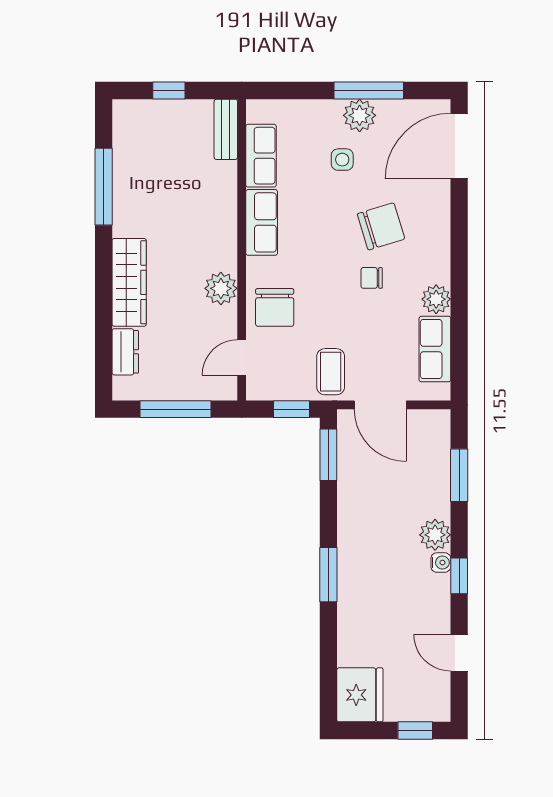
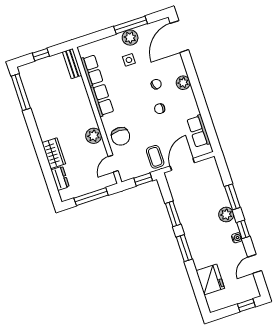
window: (104, 187) -> (21, 92), moved
chair: (381, 226) -> (156, 84), width x0.54, depth x0.54
wardrobe: (129, 282) -> (54, 153), width x0.67
plant: (436, 299) -> (183, 83), moved
door: (380, 405) -> (182, 164), swing flipped
window: (328, 455) -> (173, 214), moved
window: (459, 475) -> (232, 197), moved
water cooler: (441, 563) -> (237, 238), moved
door: (459, 653) -> (255, 264), hinge flipped
fridge: (360, 695) -> (210, 279), moved

